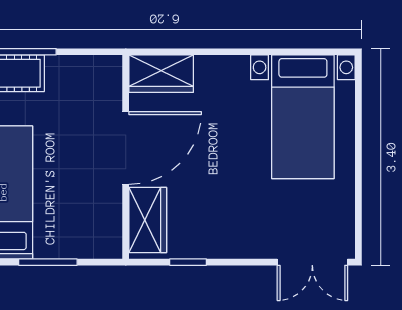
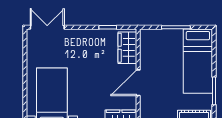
door: (126, 148) -> (138, 83), width x0.73

